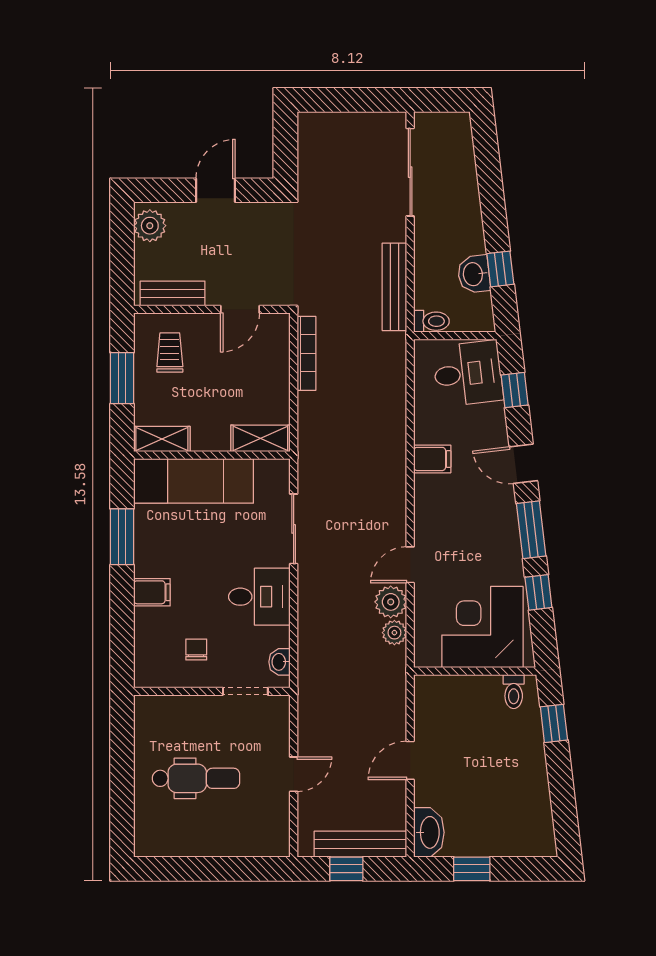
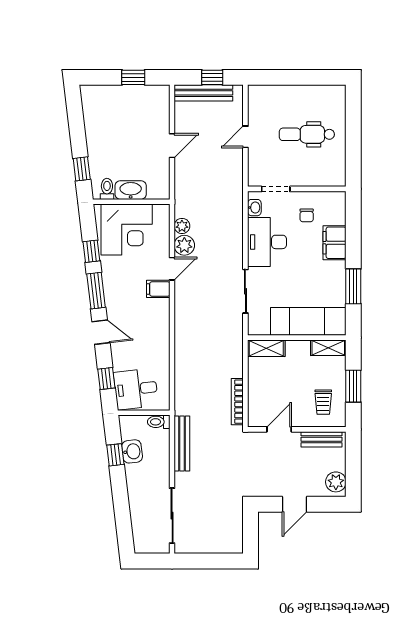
filing cabinet: (432, 459) -> (158, 289), moved
filing cabinet: (152, 592) -> (335, 243), width x2.00
desk: (259, 597) -> (267, 242), width x1.37
washbasin: (429, 832) -> (131, 190), moved, turned 90

